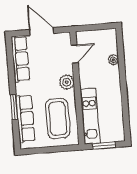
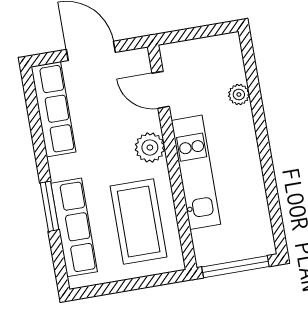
door: (75, 54) -> (161, 90), swing flipped
kitchen unit: (90, 116) -> (196, 172), moved
window: (104, 145) -> (235, 267), width x1.44

